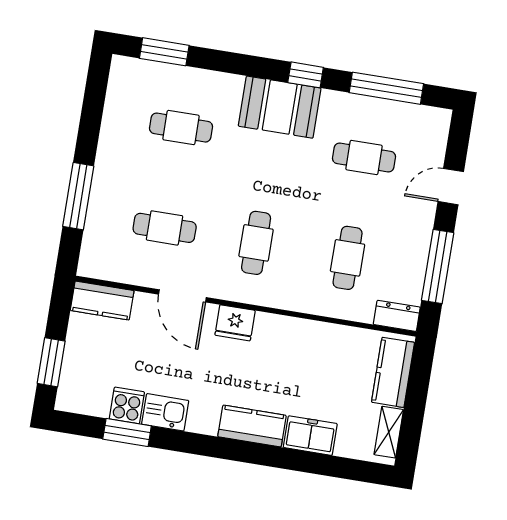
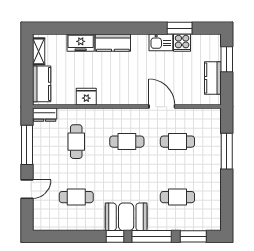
window: (386, 88) -> (152, 236), moved
cafe table: (256, 243) -> (127, 142), turned 90
kitchen counter: (102, 301) -> (213, 78), moved, turned -90
fridge: (235, 323) -> (86, 97), moved

